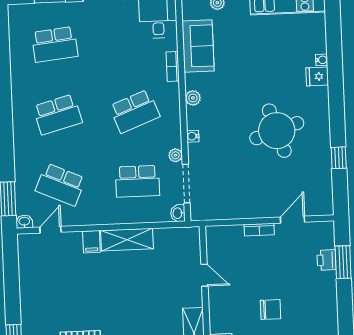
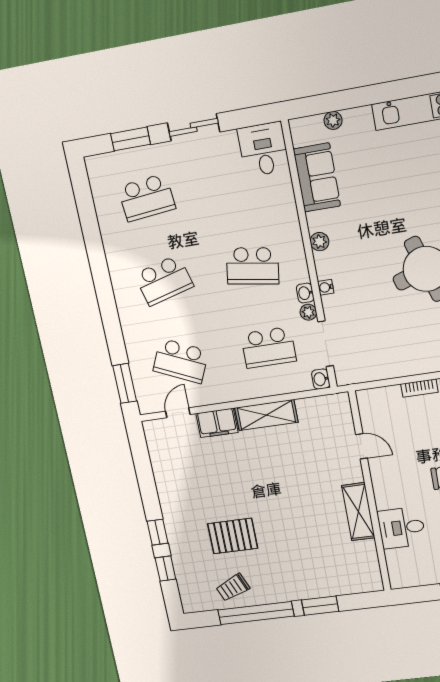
bookcase: (173, 66) -> (290, 207), removed
school desk: (135, 111) -> (253, 266), turned 30
washbasin: (24, 222) -> (305, 293), moved, turned -90
filing cabinet: (91, 242) -> (217, 423), width x2.00

